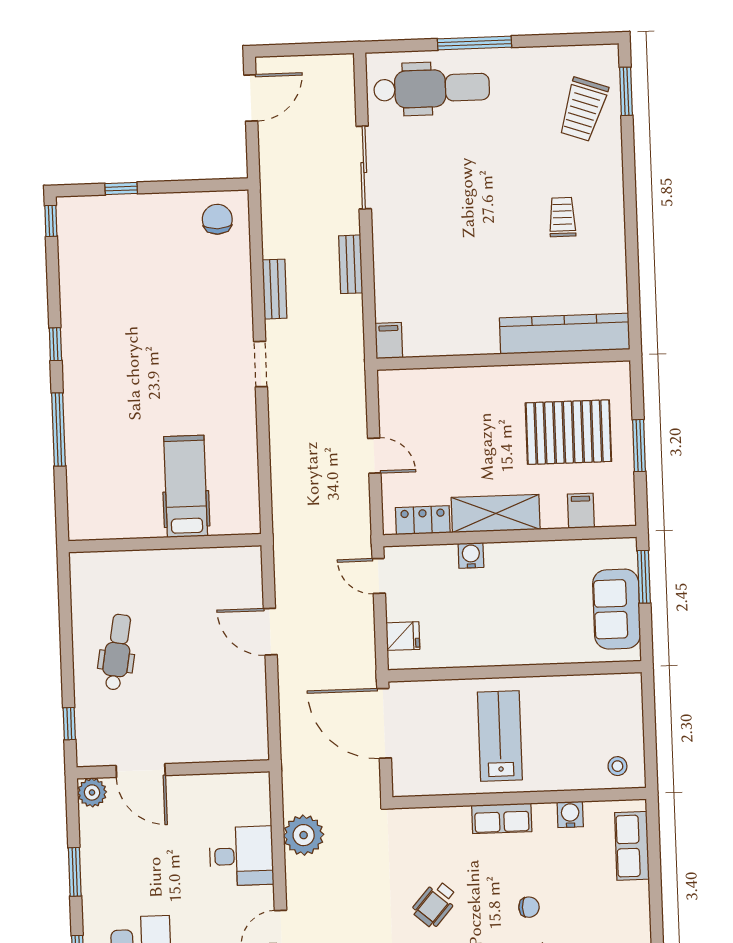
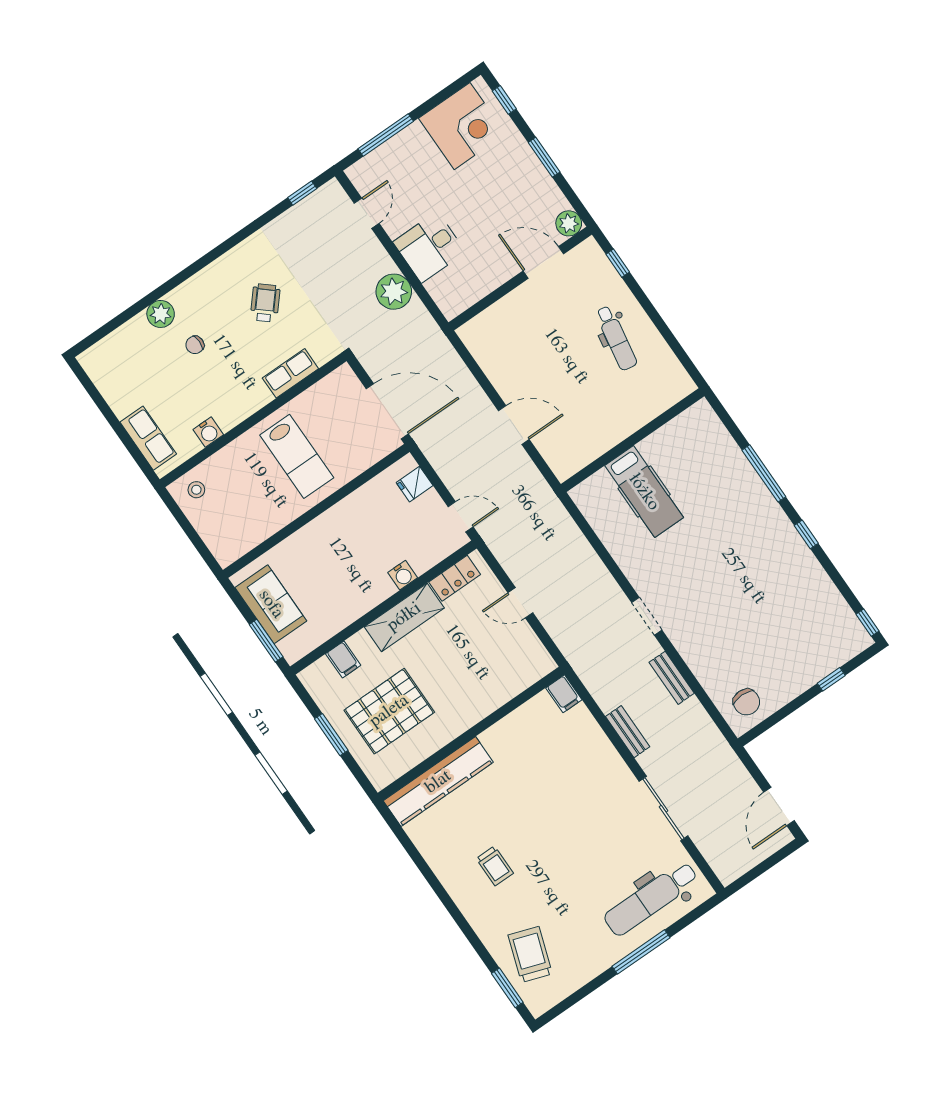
row of seats: (502, 818) -> (290, 373), moved

